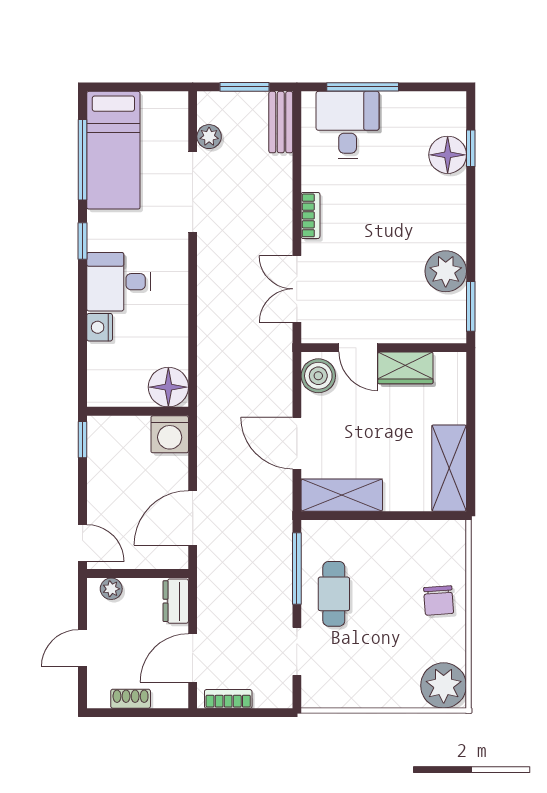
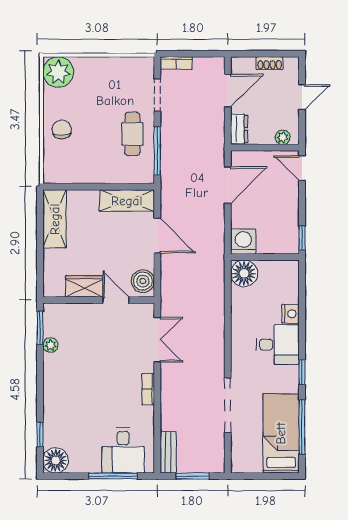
plant: (209, 137) -> (217, 443), removed
floor lamp: (448, 155) -> (56, 460), moved
plant: (446, 271) -> (50, 345), width x0.53, depth x0.53
bookcase: (228, 699) -> (176, 63), moved

